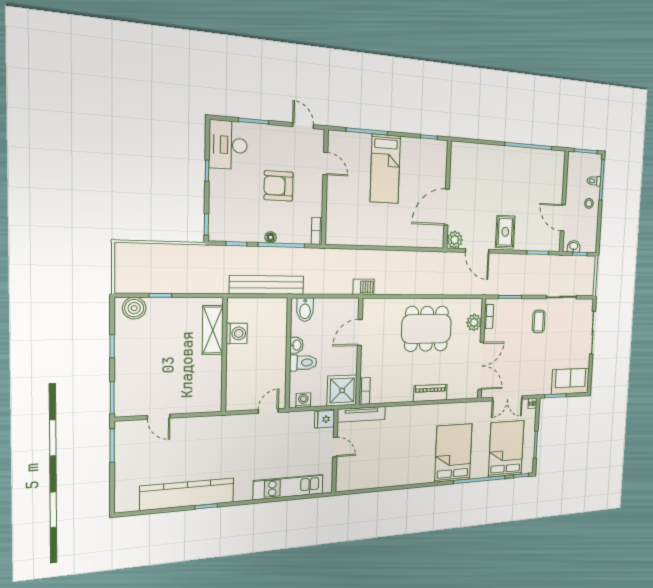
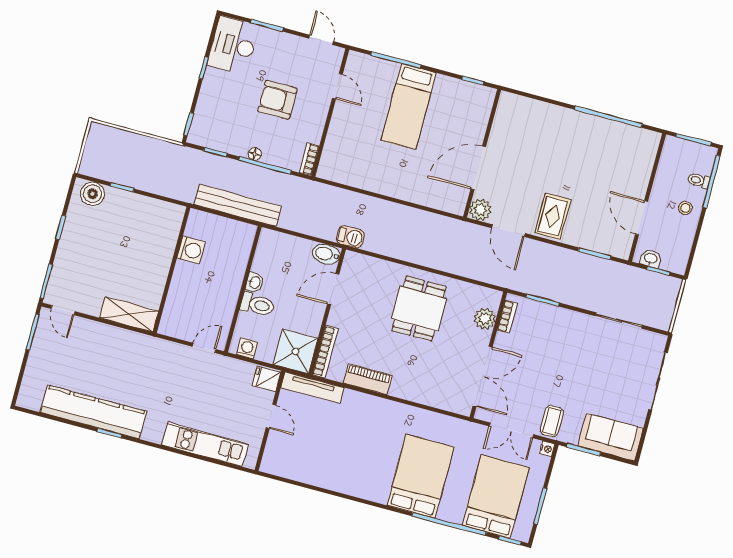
bidet: (305, 310) -> (326, 254), moved, turned 90
coffee table: (539, 321) -> (552, 421), moved
dining table: (427, 329) -> (419, 309), width x0.73
shelving: (213, 330) -> (129, 314), moved, turned 90
bookcase: (365, 391) -> (325, 352), width x1.56
piano: (430, 393) -> (368, 379), moved
door: (159, 417) -> (63, 310), moved

